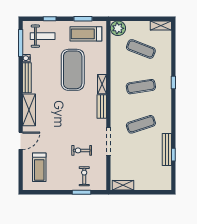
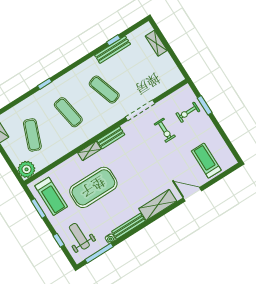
treadmill: (39, 167) -> (206, 161), turned -90
shelving: (123, 185) -> (156, 43), moved

